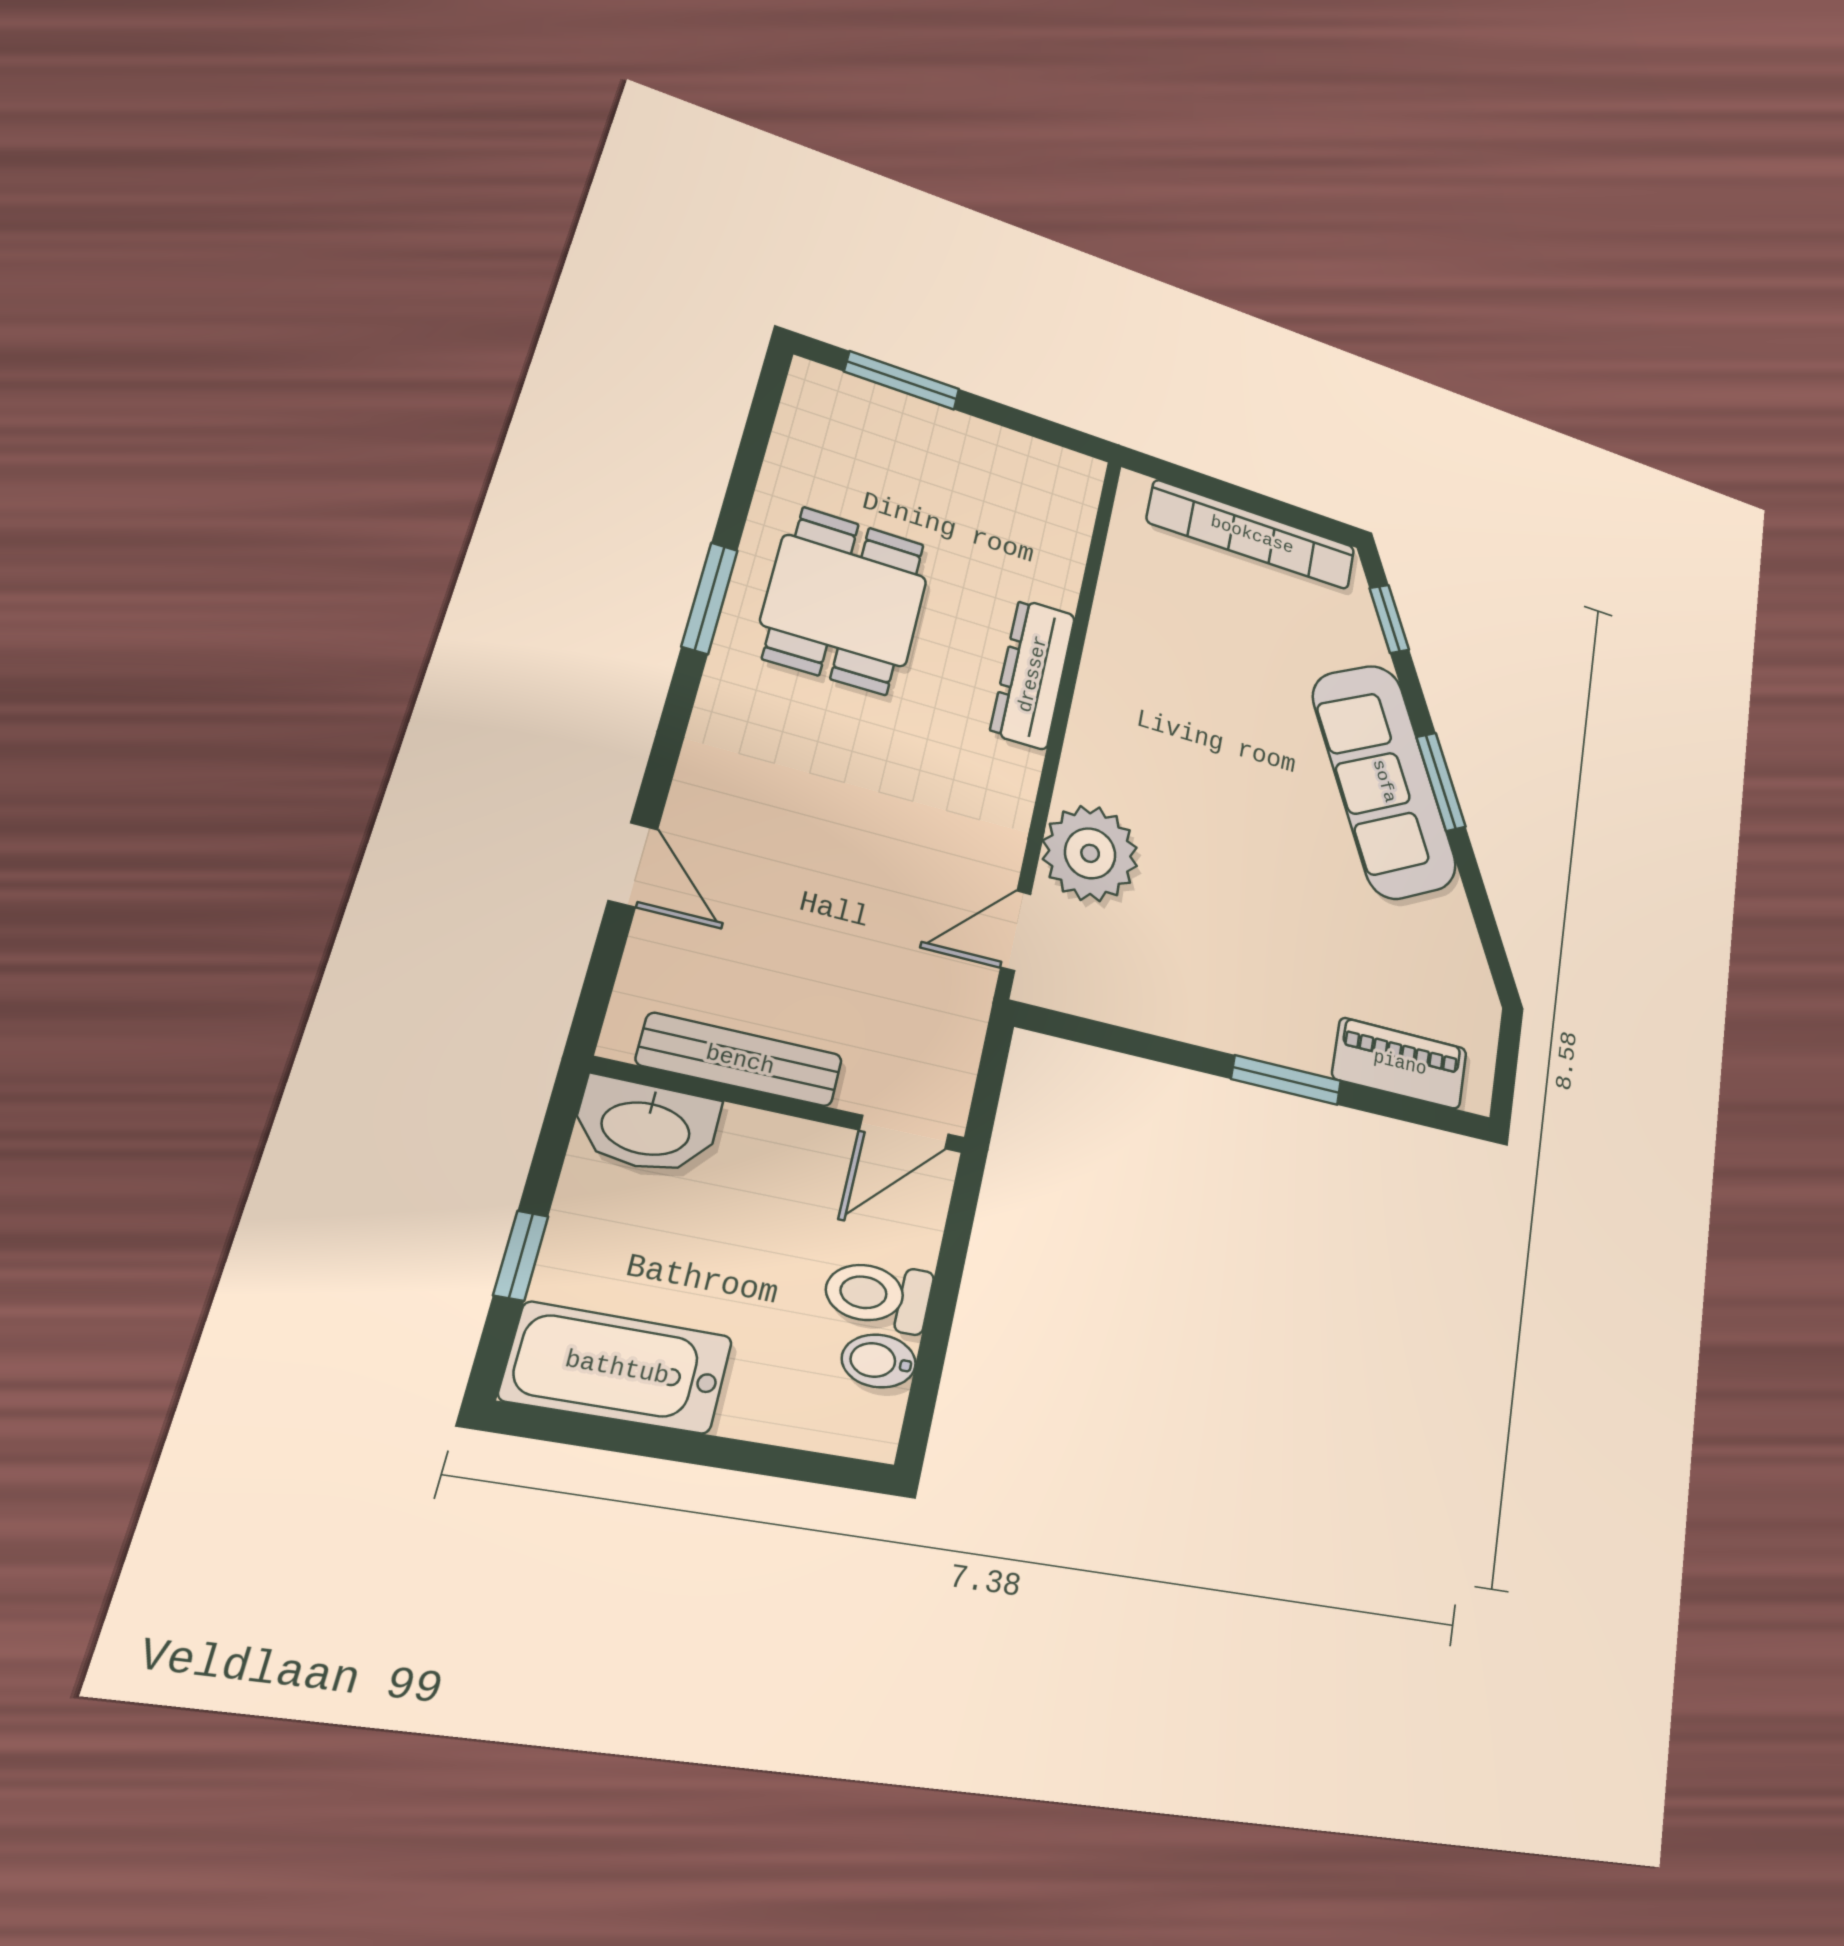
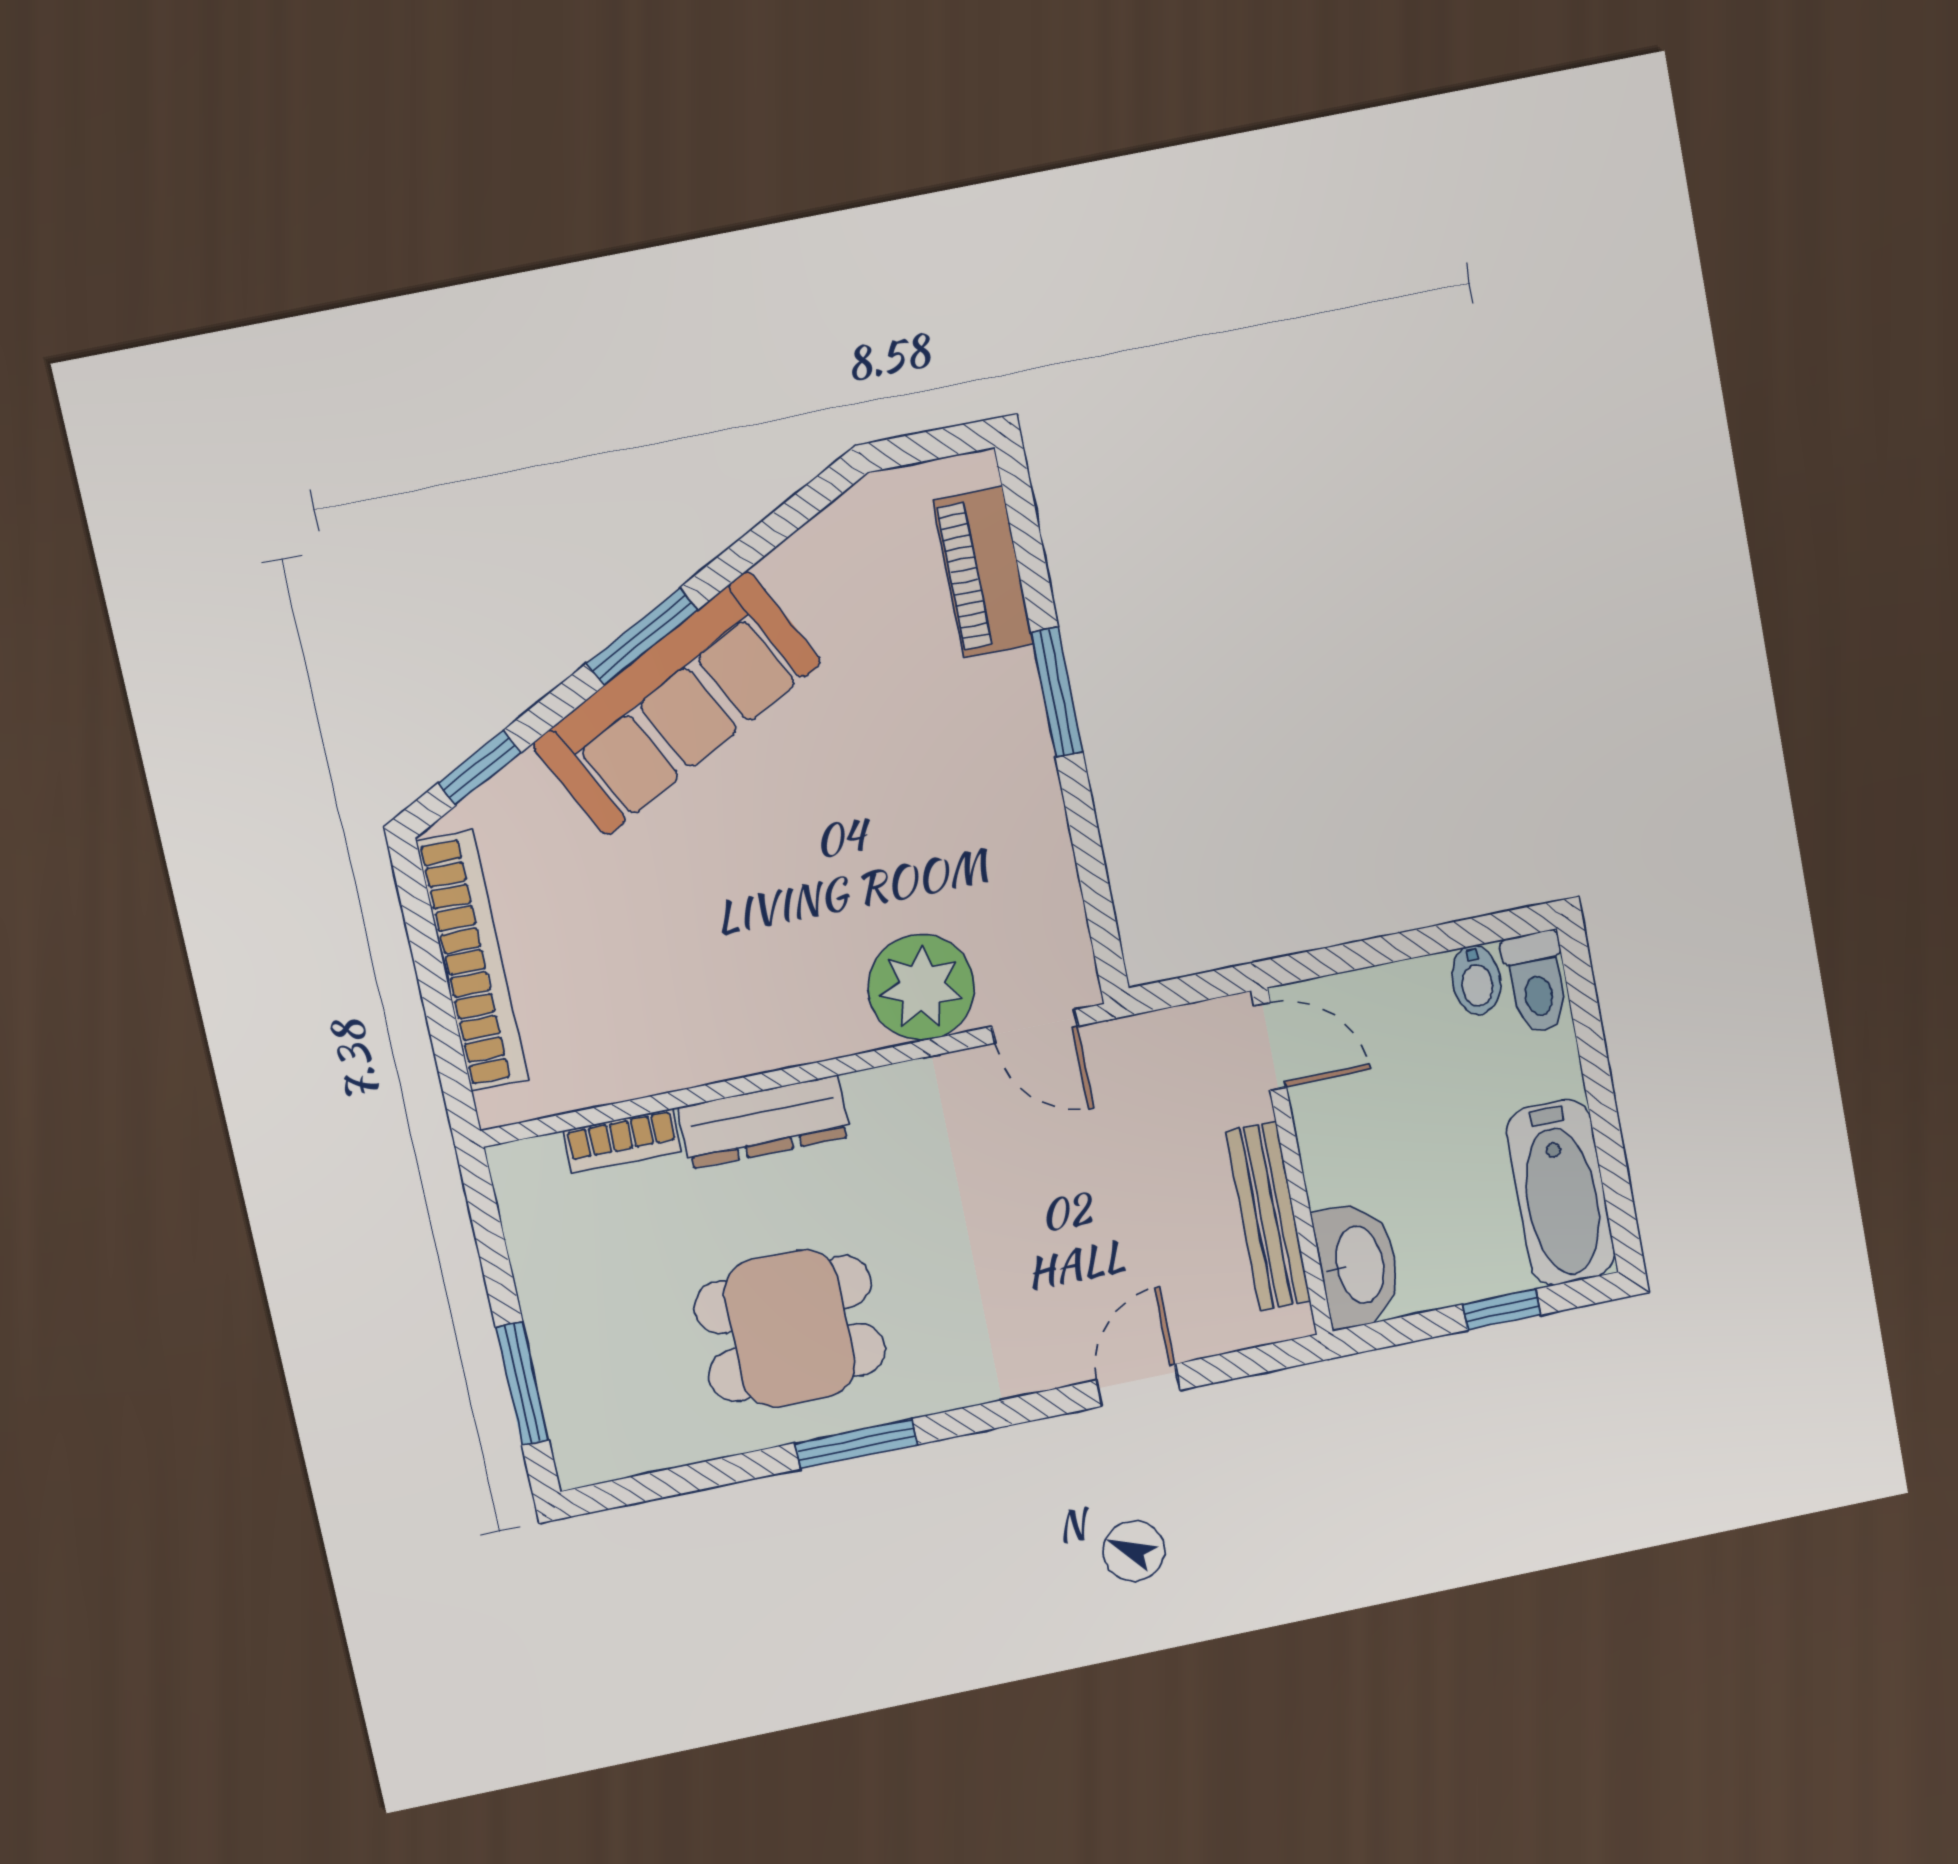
bookcase: (1067, 561) -> (622, 1141), added
toilet: (878, 1295) -> (1537, 982), moved

